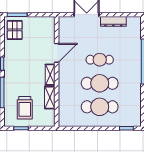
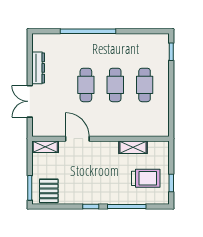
pallet: (15, 30) -> (49, 191), turned 90
shelving: (50, 75) -> (45, 147), moved
cafe table: (100, 83) -> (115, 85), width x0.73, depth x0.74
cafe table: (100, 107) -> (145, 85), width x0.73, depth x0.74

